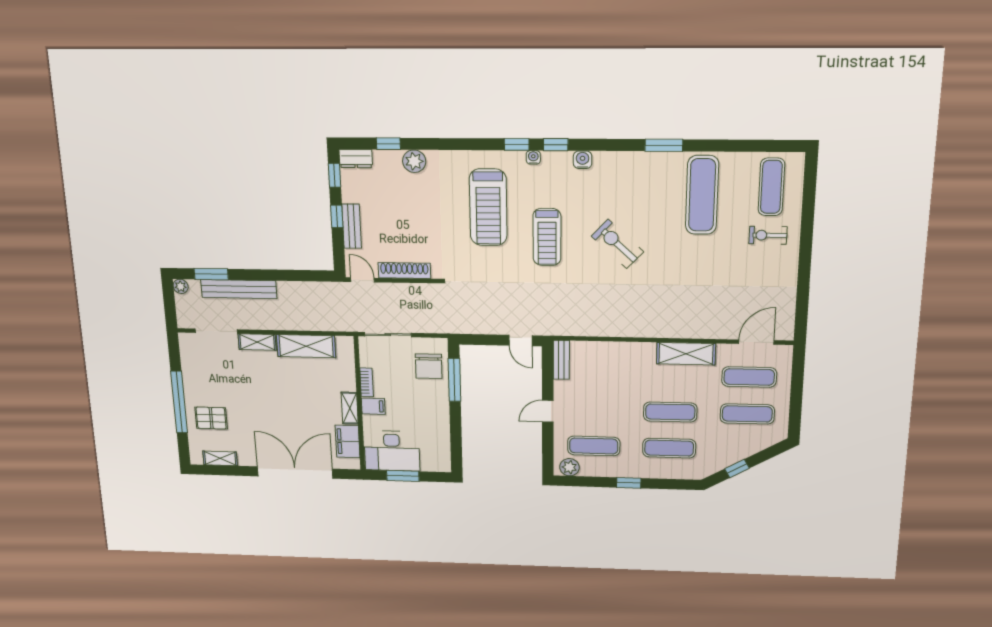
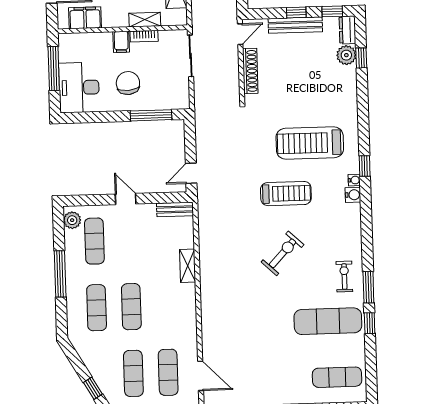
window: (556, 145) -> (370, 323), moved
water cooler: (583, 160) -> (353, 195), moved
plant: (414, 161) -> (346, 55), moved
bench: (352, 226) -> (295, 25), width x1.36
exercise bike: (768, 235) -> (344, 277), moved
treadmill: (547, 237) -> (286, 194), turned 180
shelving: (686, 354) -> (188, 266), moved, width x0.67, depth x0.75
chair: (429, 366) -> (128, 83), moved, turned 85
shelving: (350, 408) -> (145, 20), moved
desk: (392, 451) -> (79, 88), moved
window: (737, 469) -> (93, 388), moved
window: (403, 476) -> (54, 68), width x1.44
window: (629, 483) -> (60, 274), width x2.17

